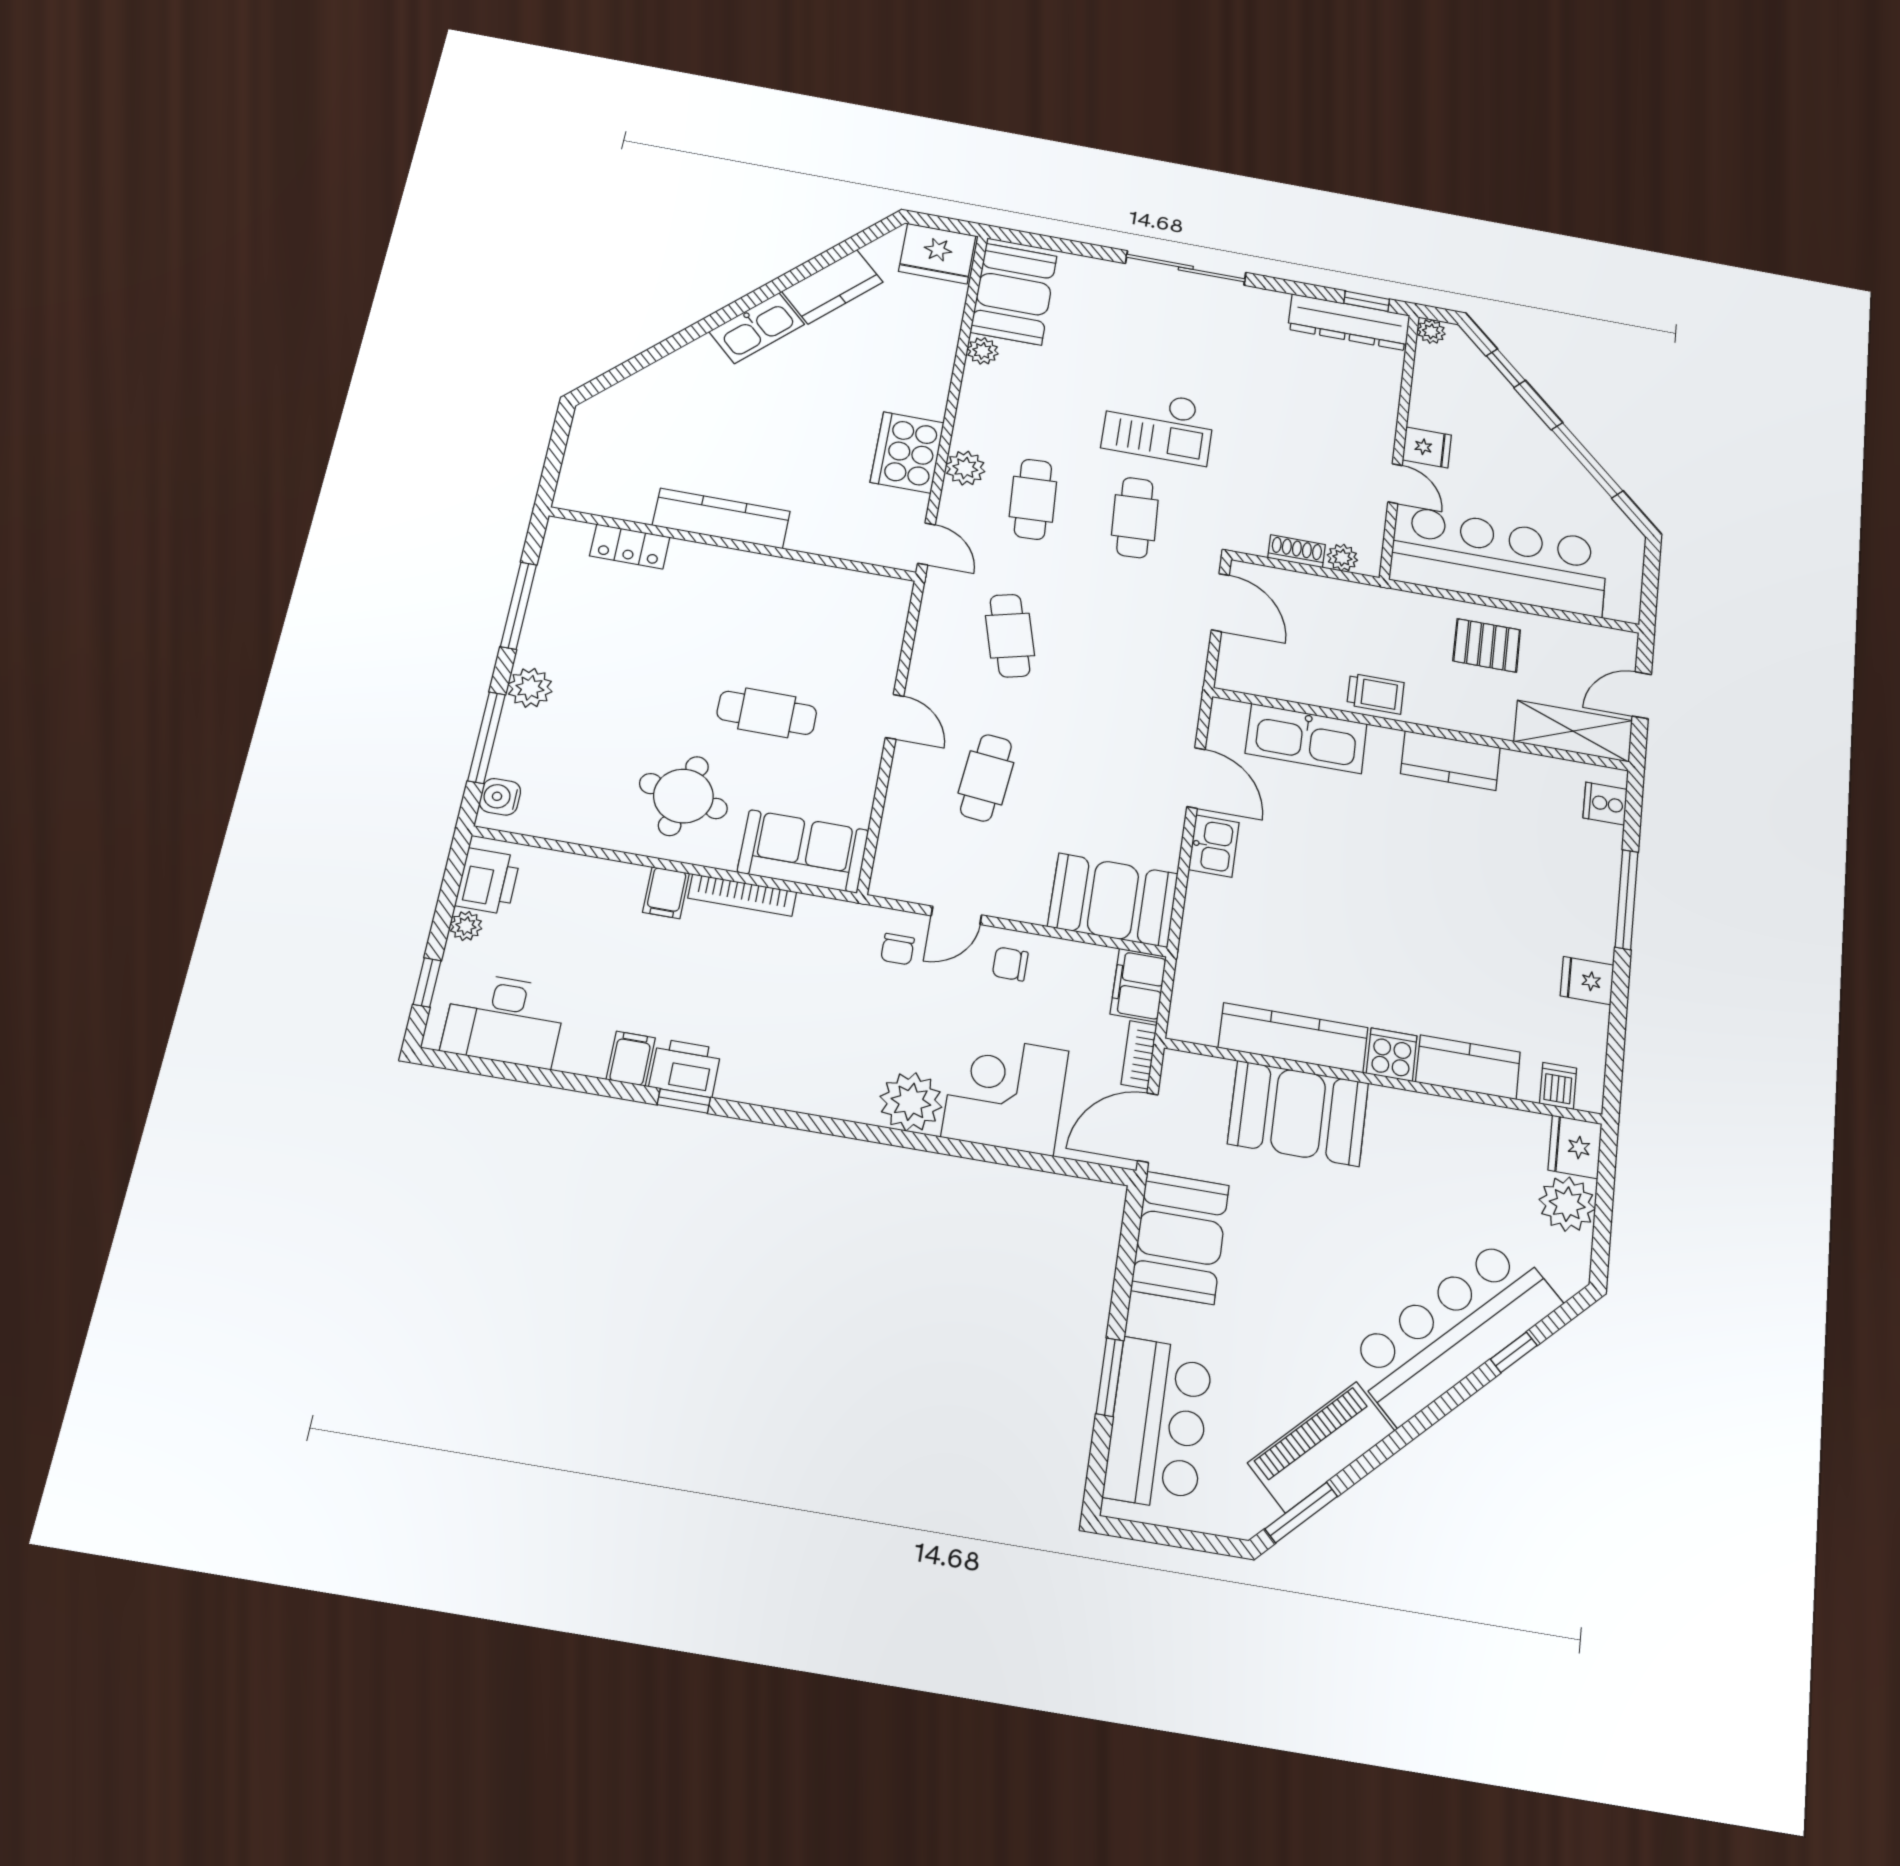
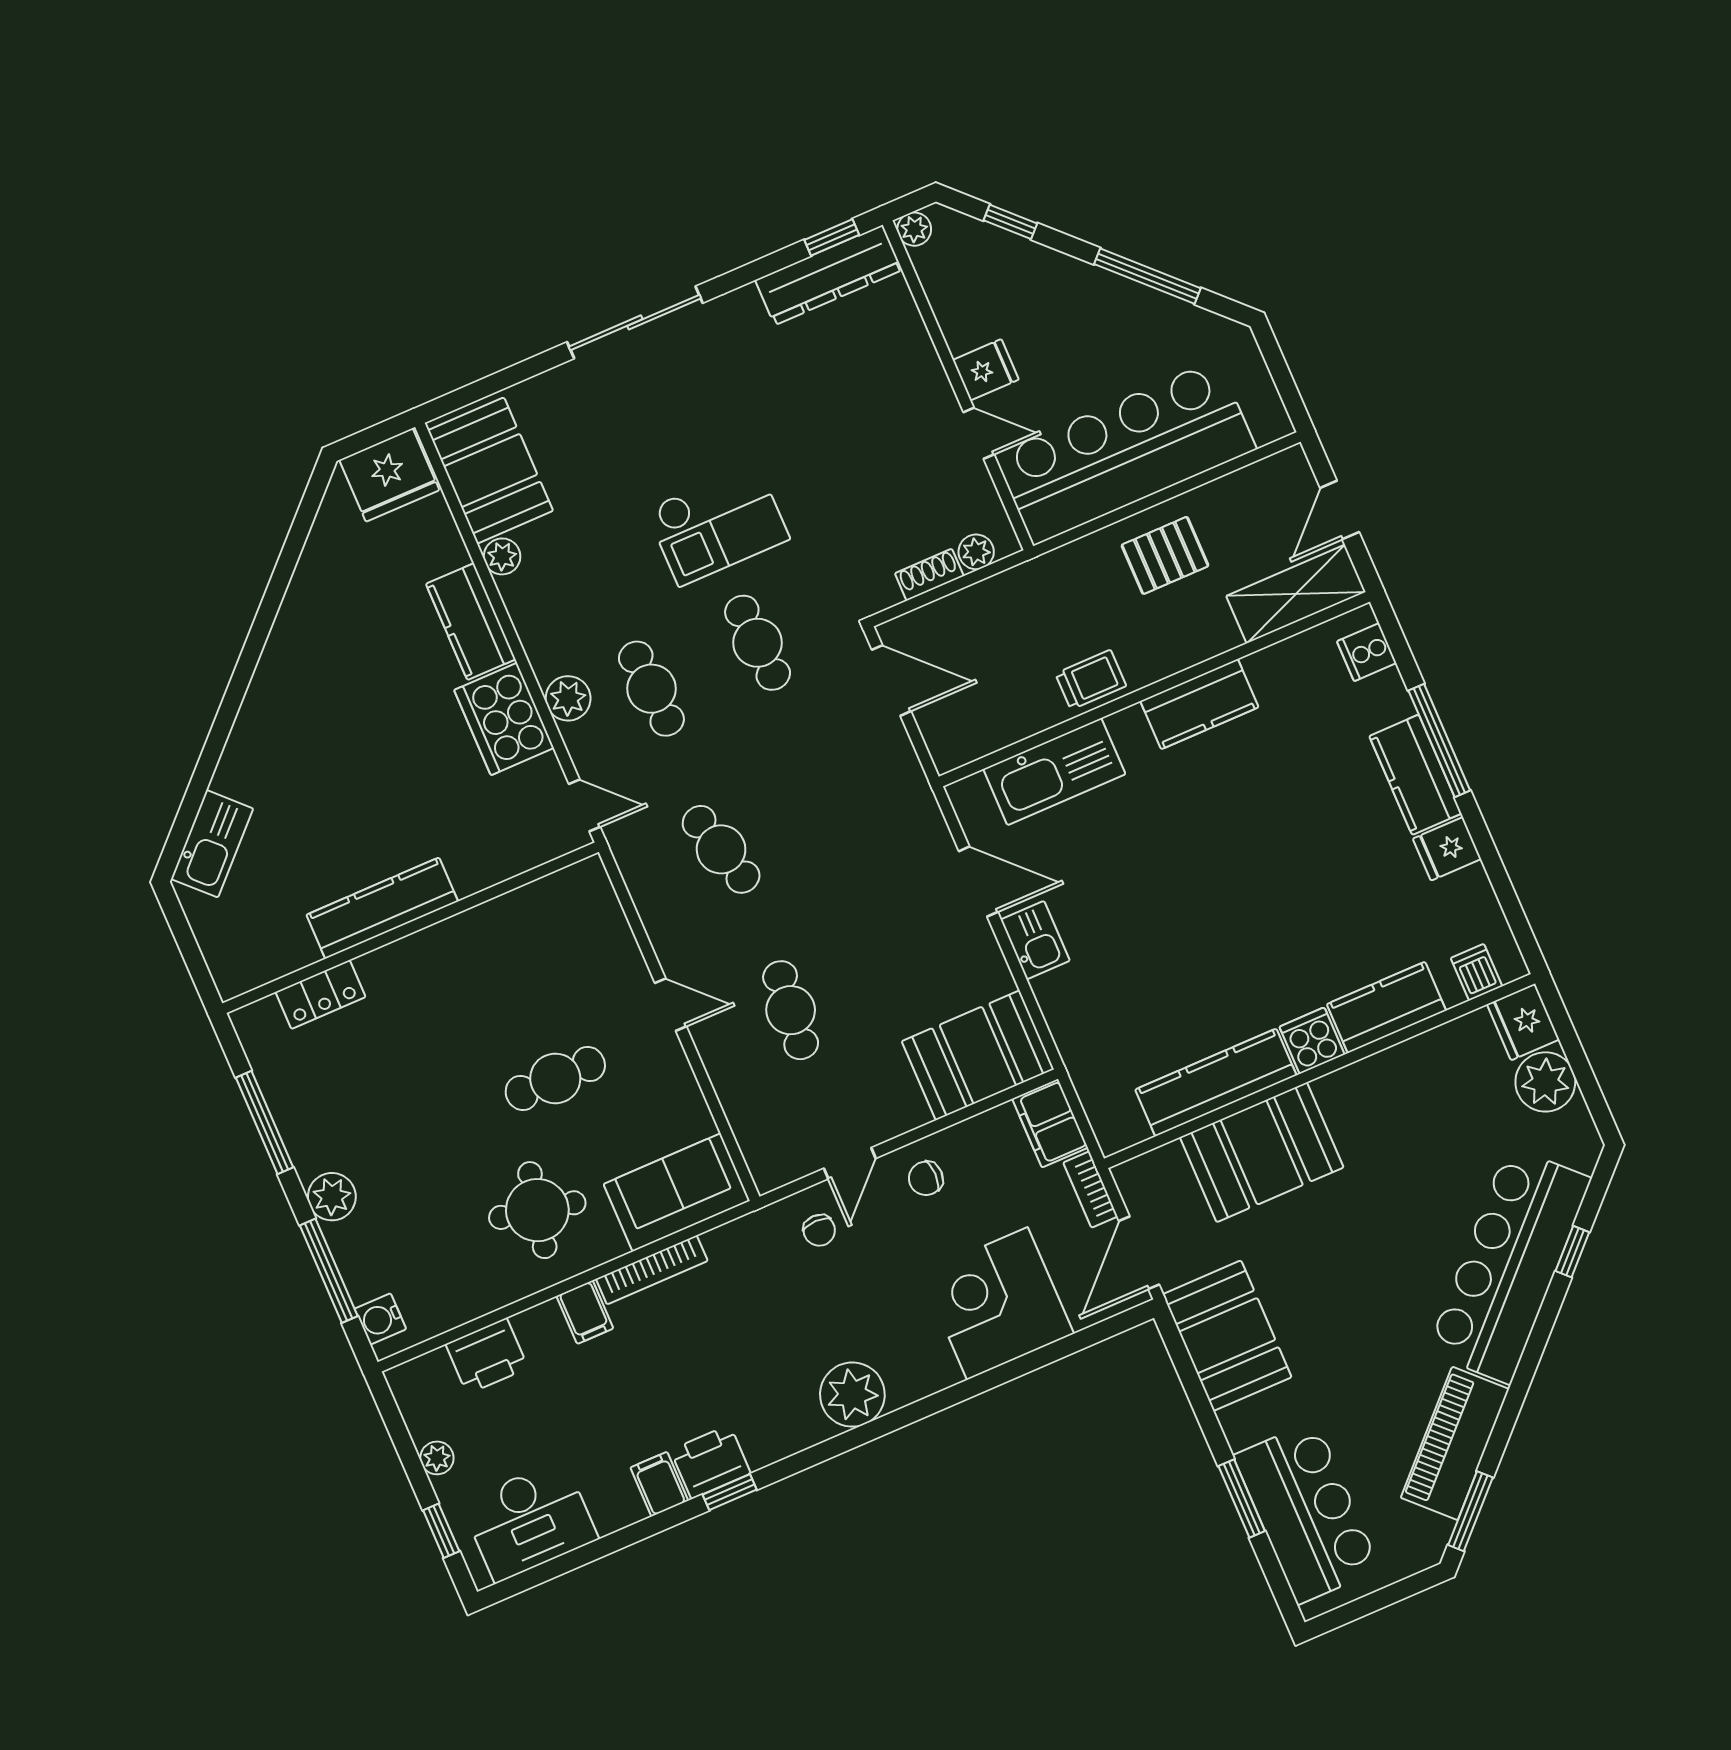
kitchen counter: (832, 287) -> (471, 622), moved, turned 135
kitchen sink: (757, 328) -> (212, 844), moved
printer: (488, 881) -> (487, 1356), moved, turned 90
kitchen counter: (1593, 912) -> (1415, 775), added
plant: (911, 1102) -> (852, 1395), moved

